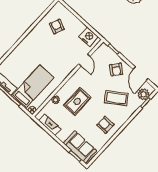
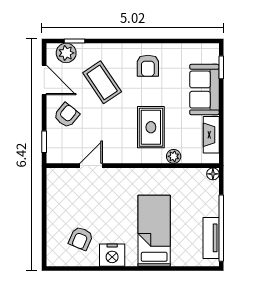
nightstand: (88, 37) -> (112, 255), moved, turned -90
door: (141, 74) -> (44, 80), hinge flipped
bed: (33, 87) -> (154, 231), moved, turned 90
rug: (77, 102) -> (151, 127), turned 90
sofa: (80, 147) -> (204, 90), moved

